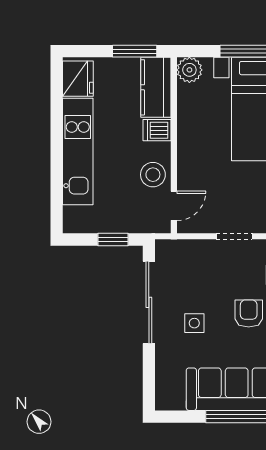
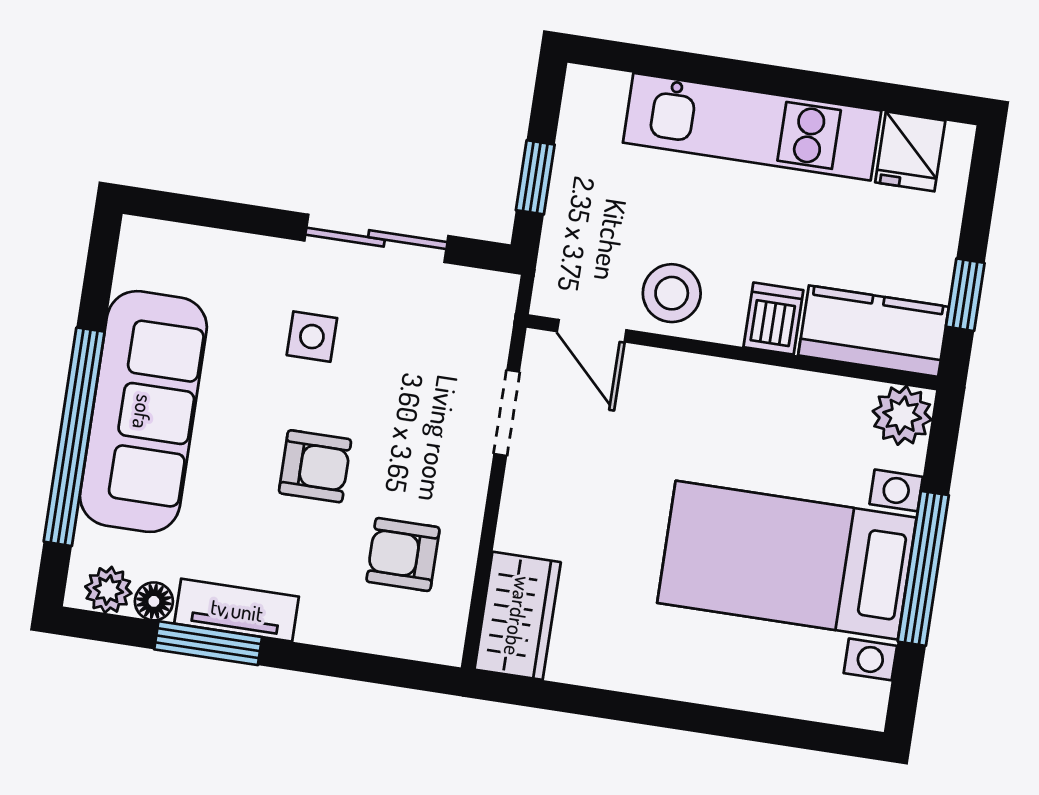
window: (135, 51) -> (965, 295), width x0.67
fridge: (78, 79) -> (910, 151), width x0.72
doorway: (234, 236) -> (507, 413), moved
sliding door: (149, 302) -> (376, 238), width x0.73

